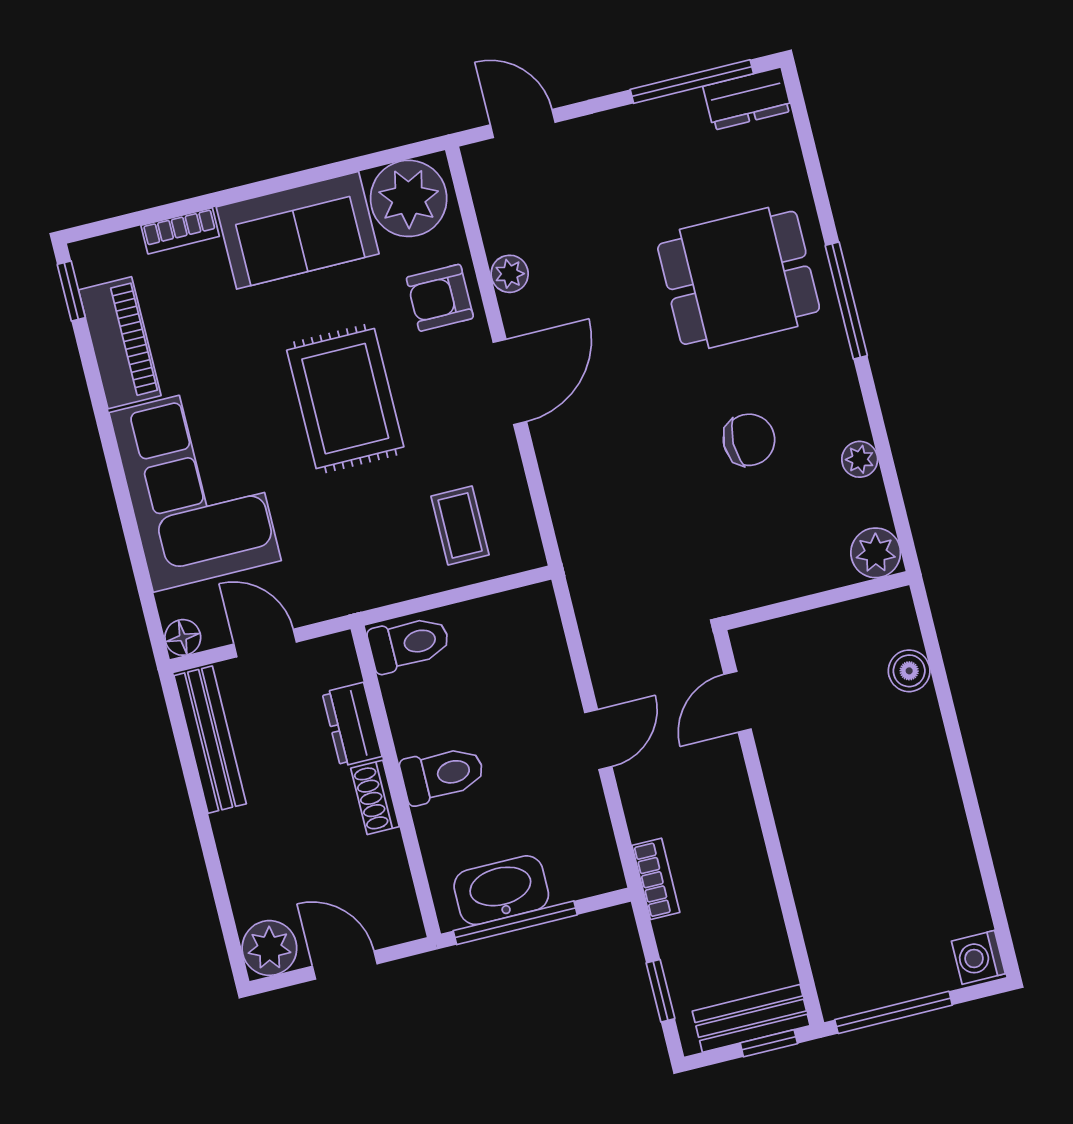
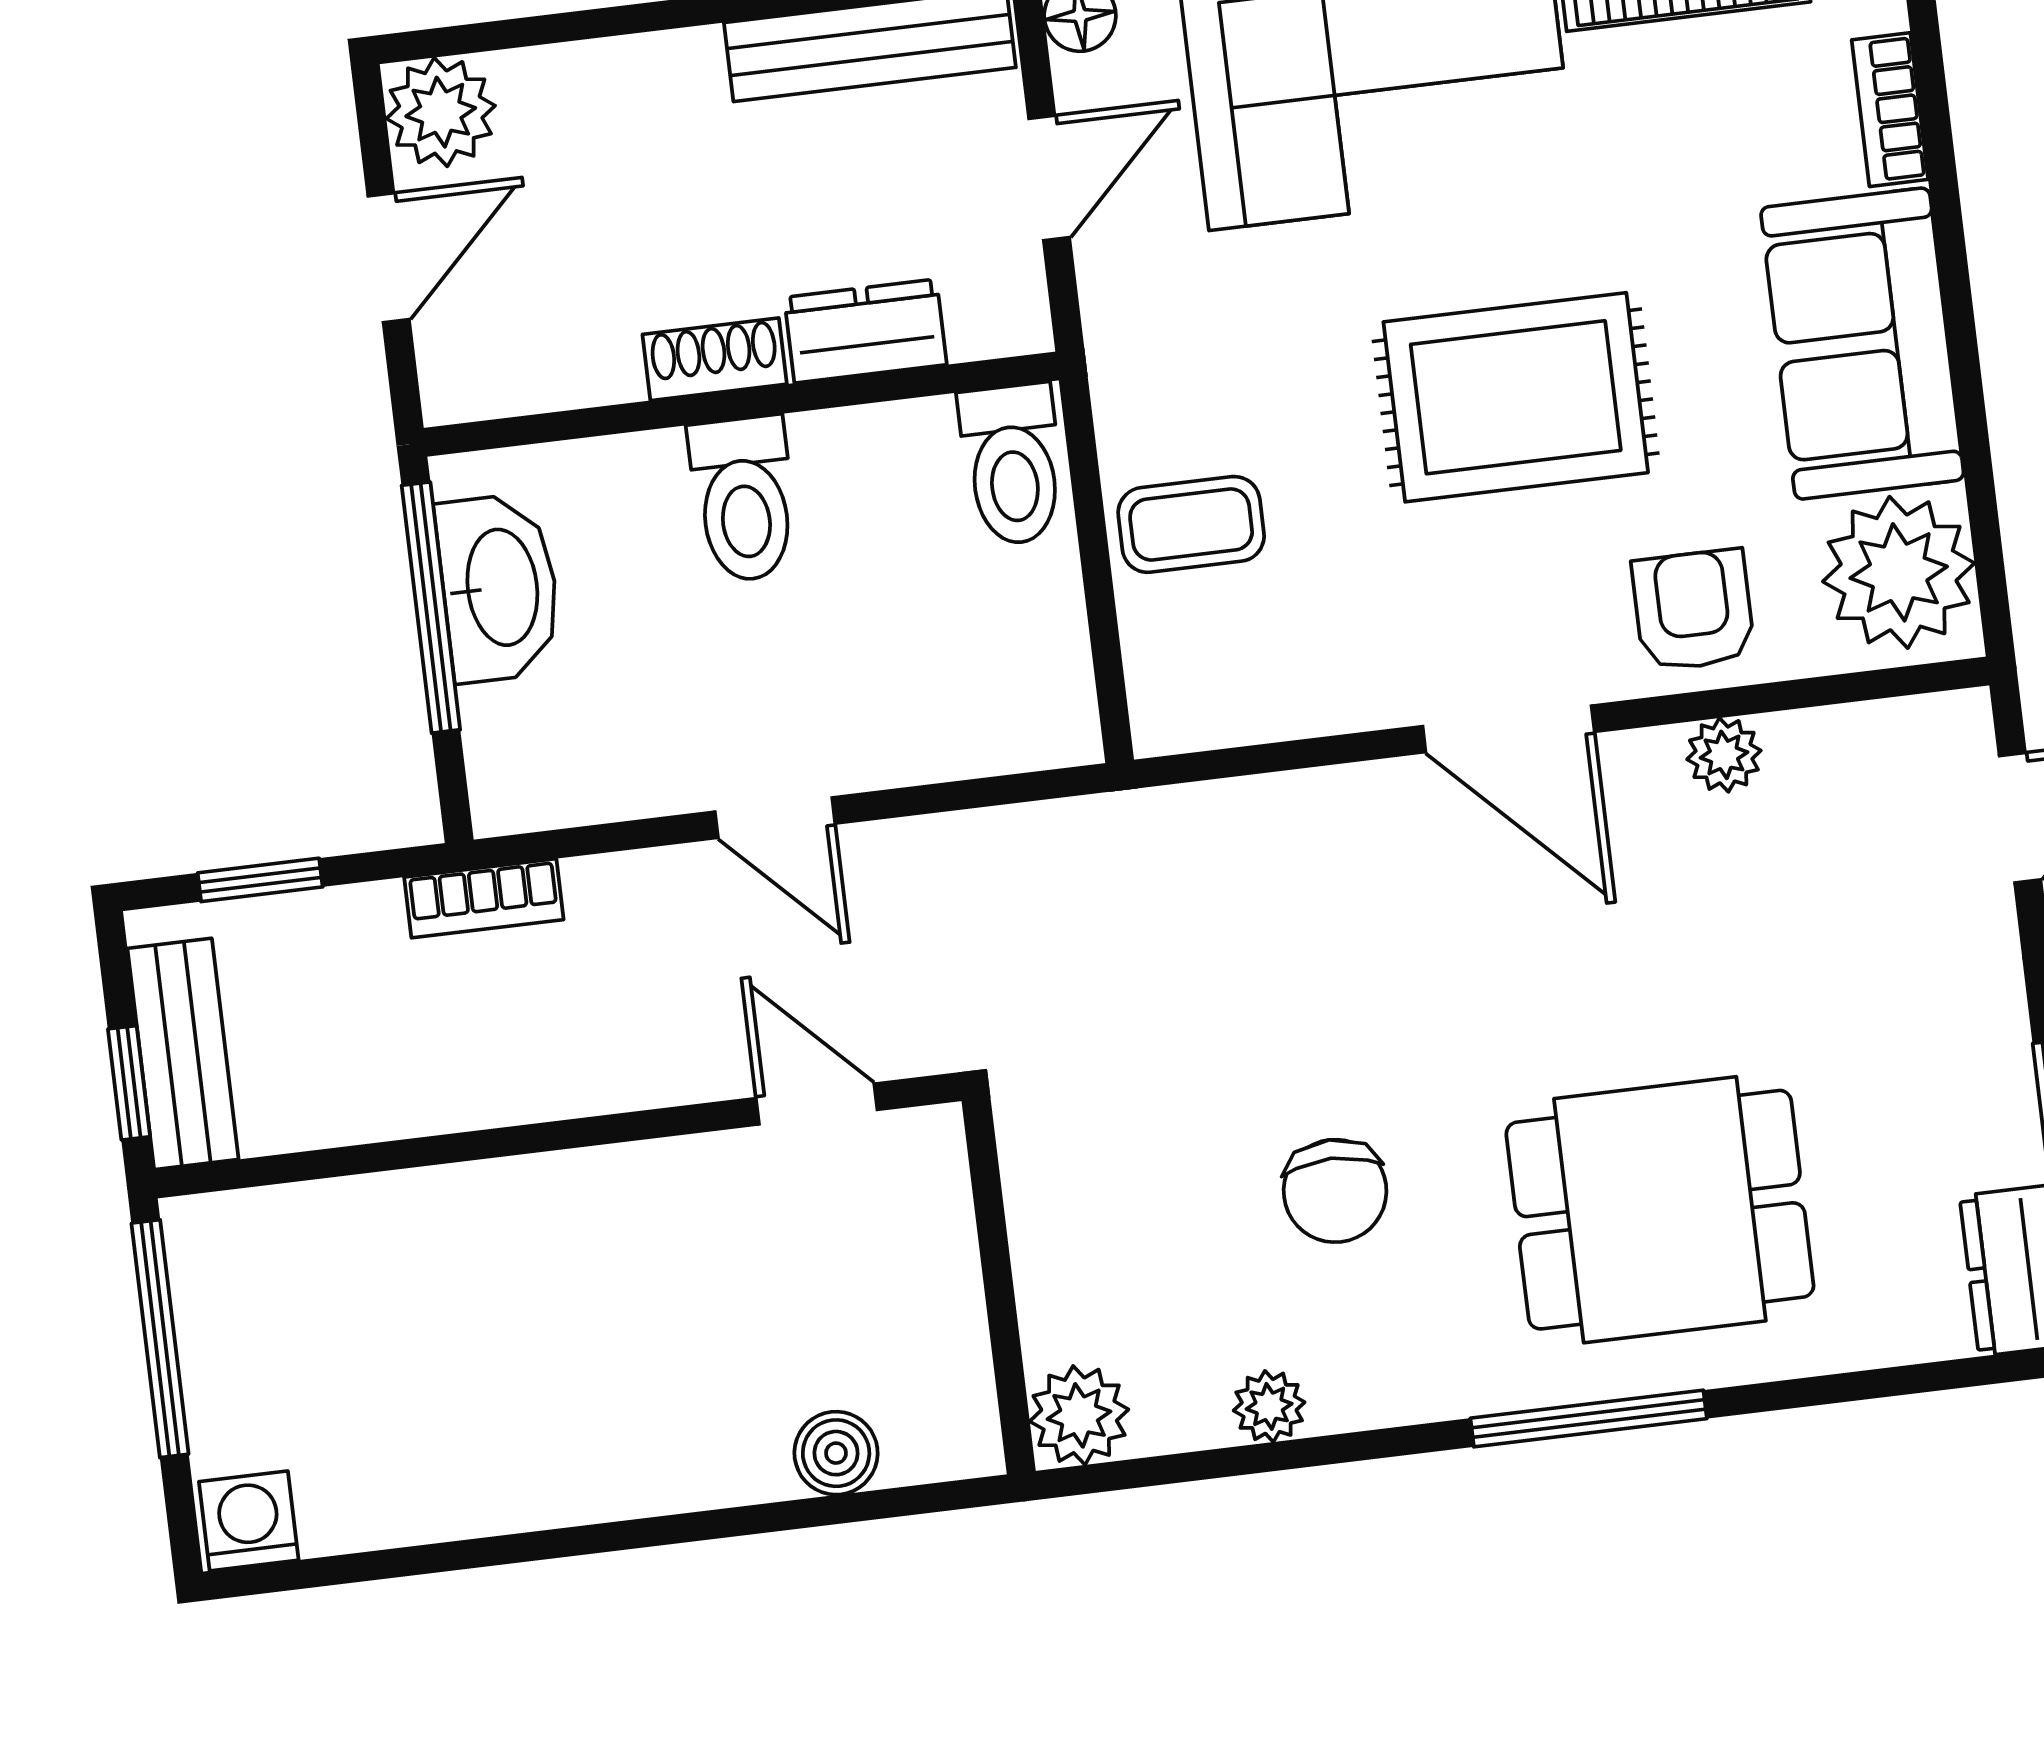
dining table: (739, 278) -> (1660, 1210), turned 90
coffee table: (460, 525) -> (1191, 524), moved

